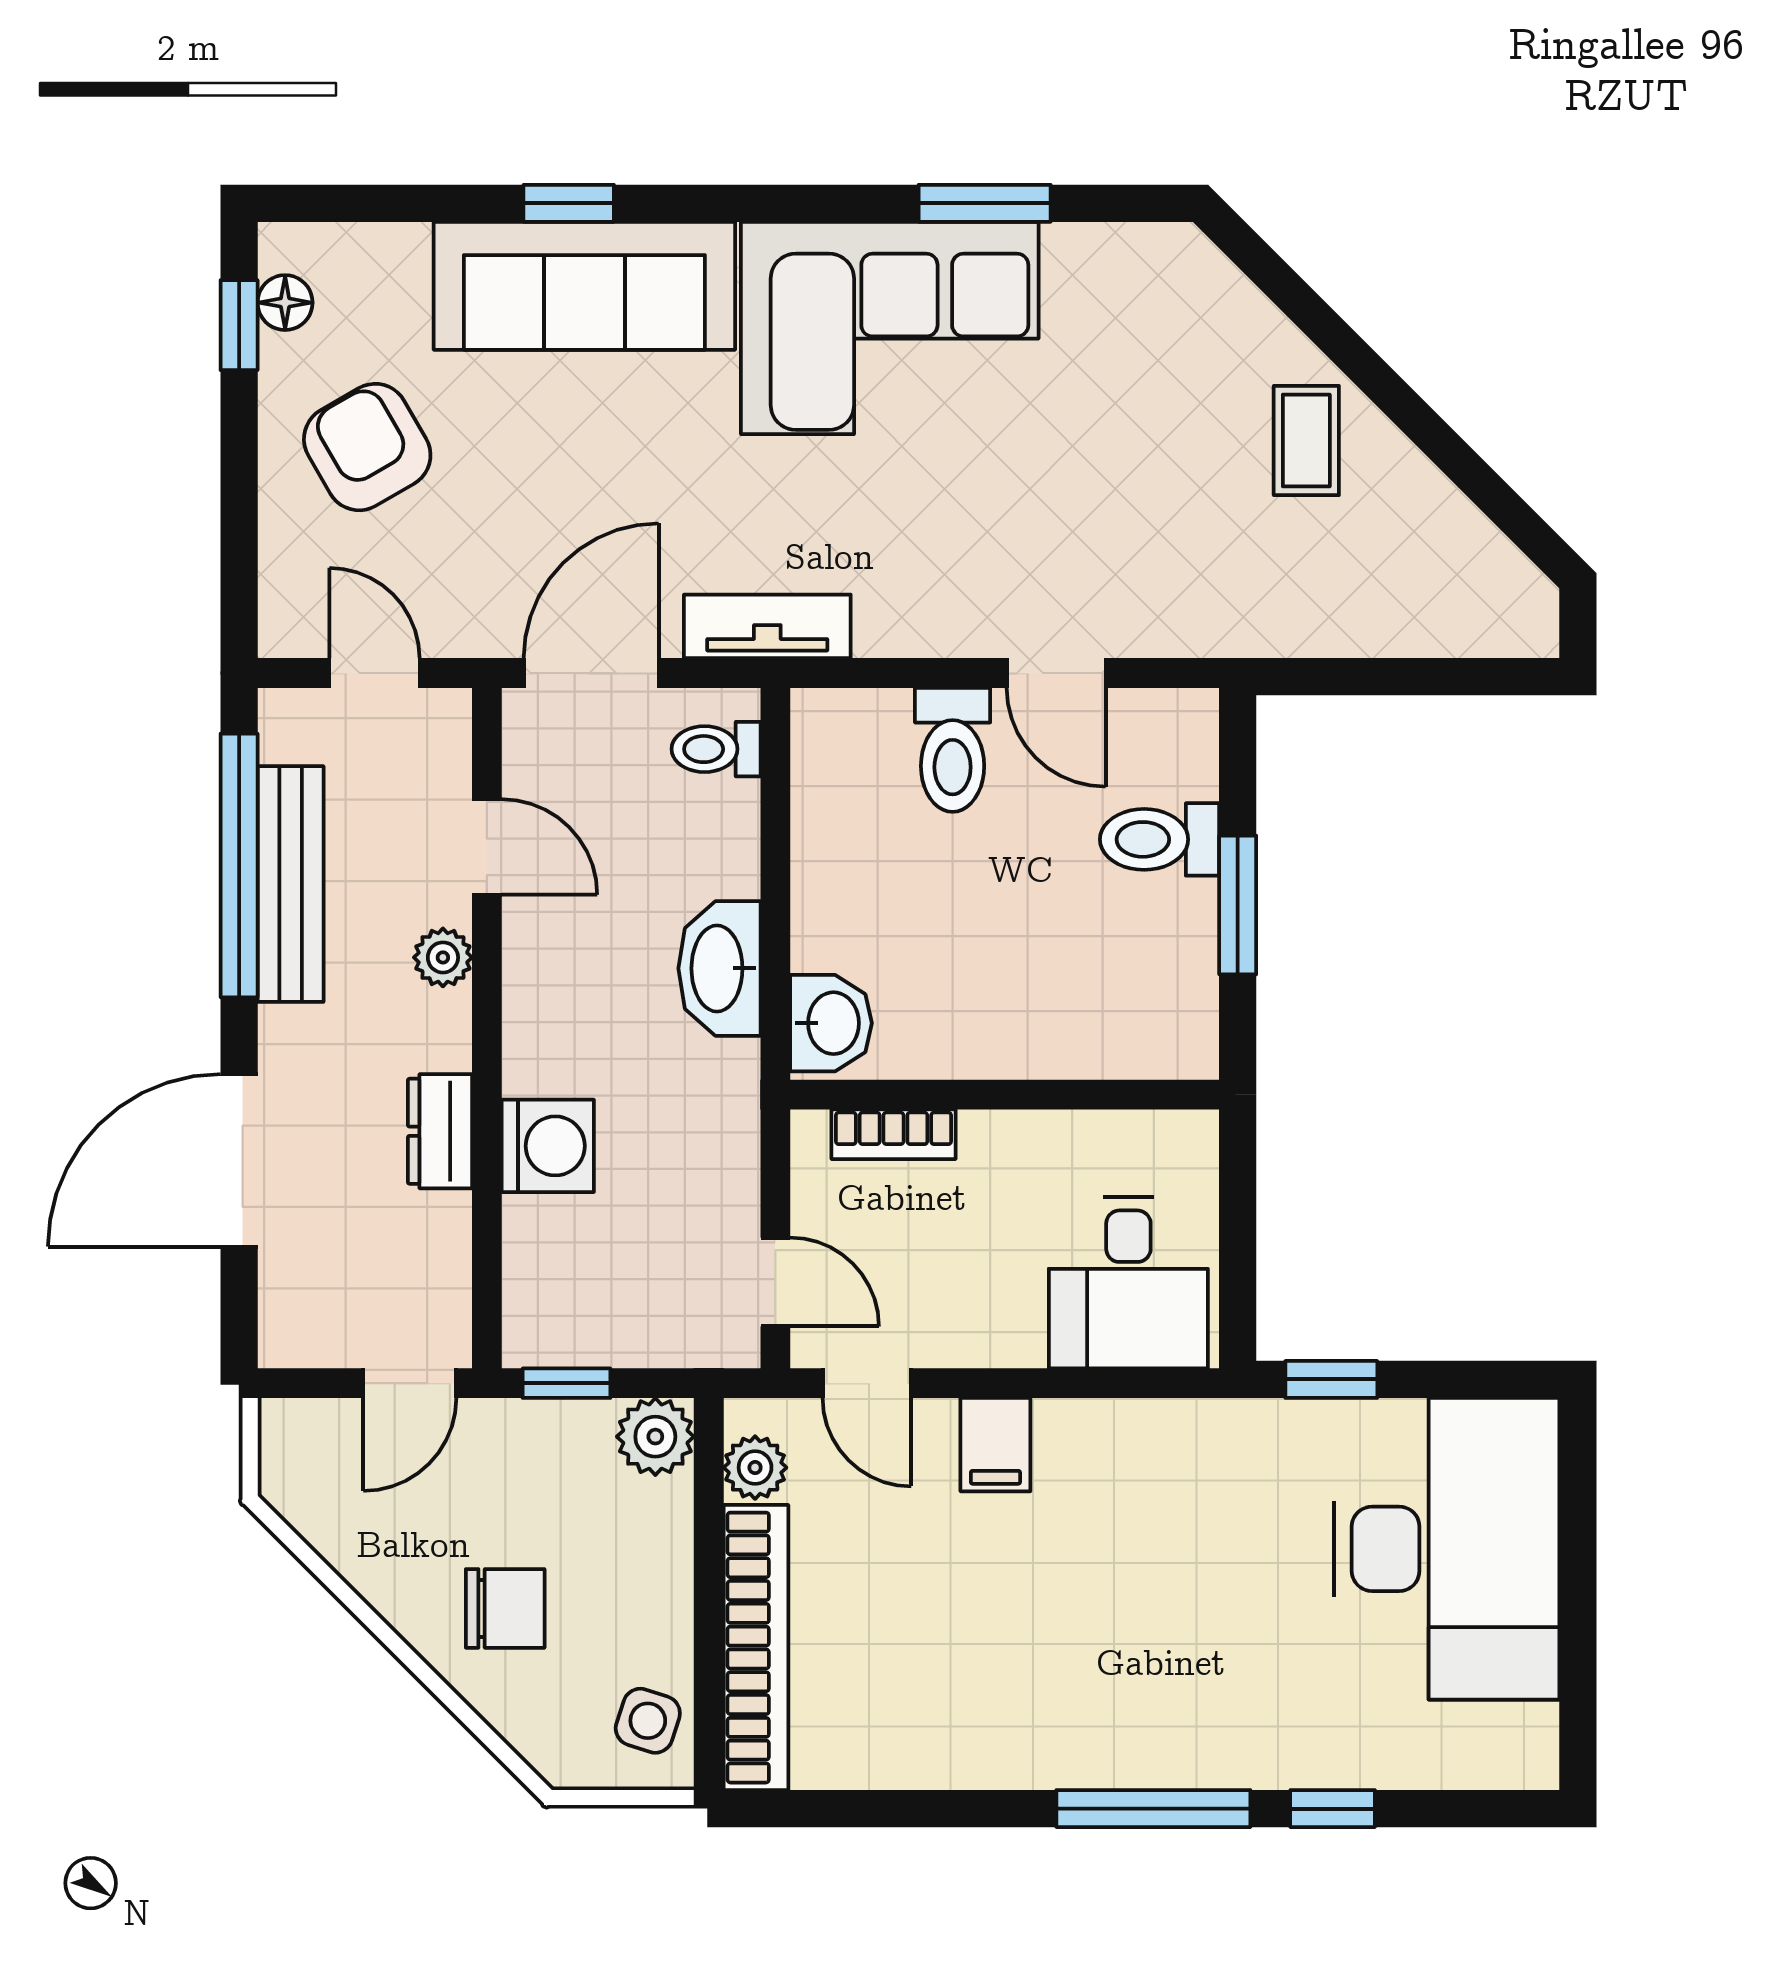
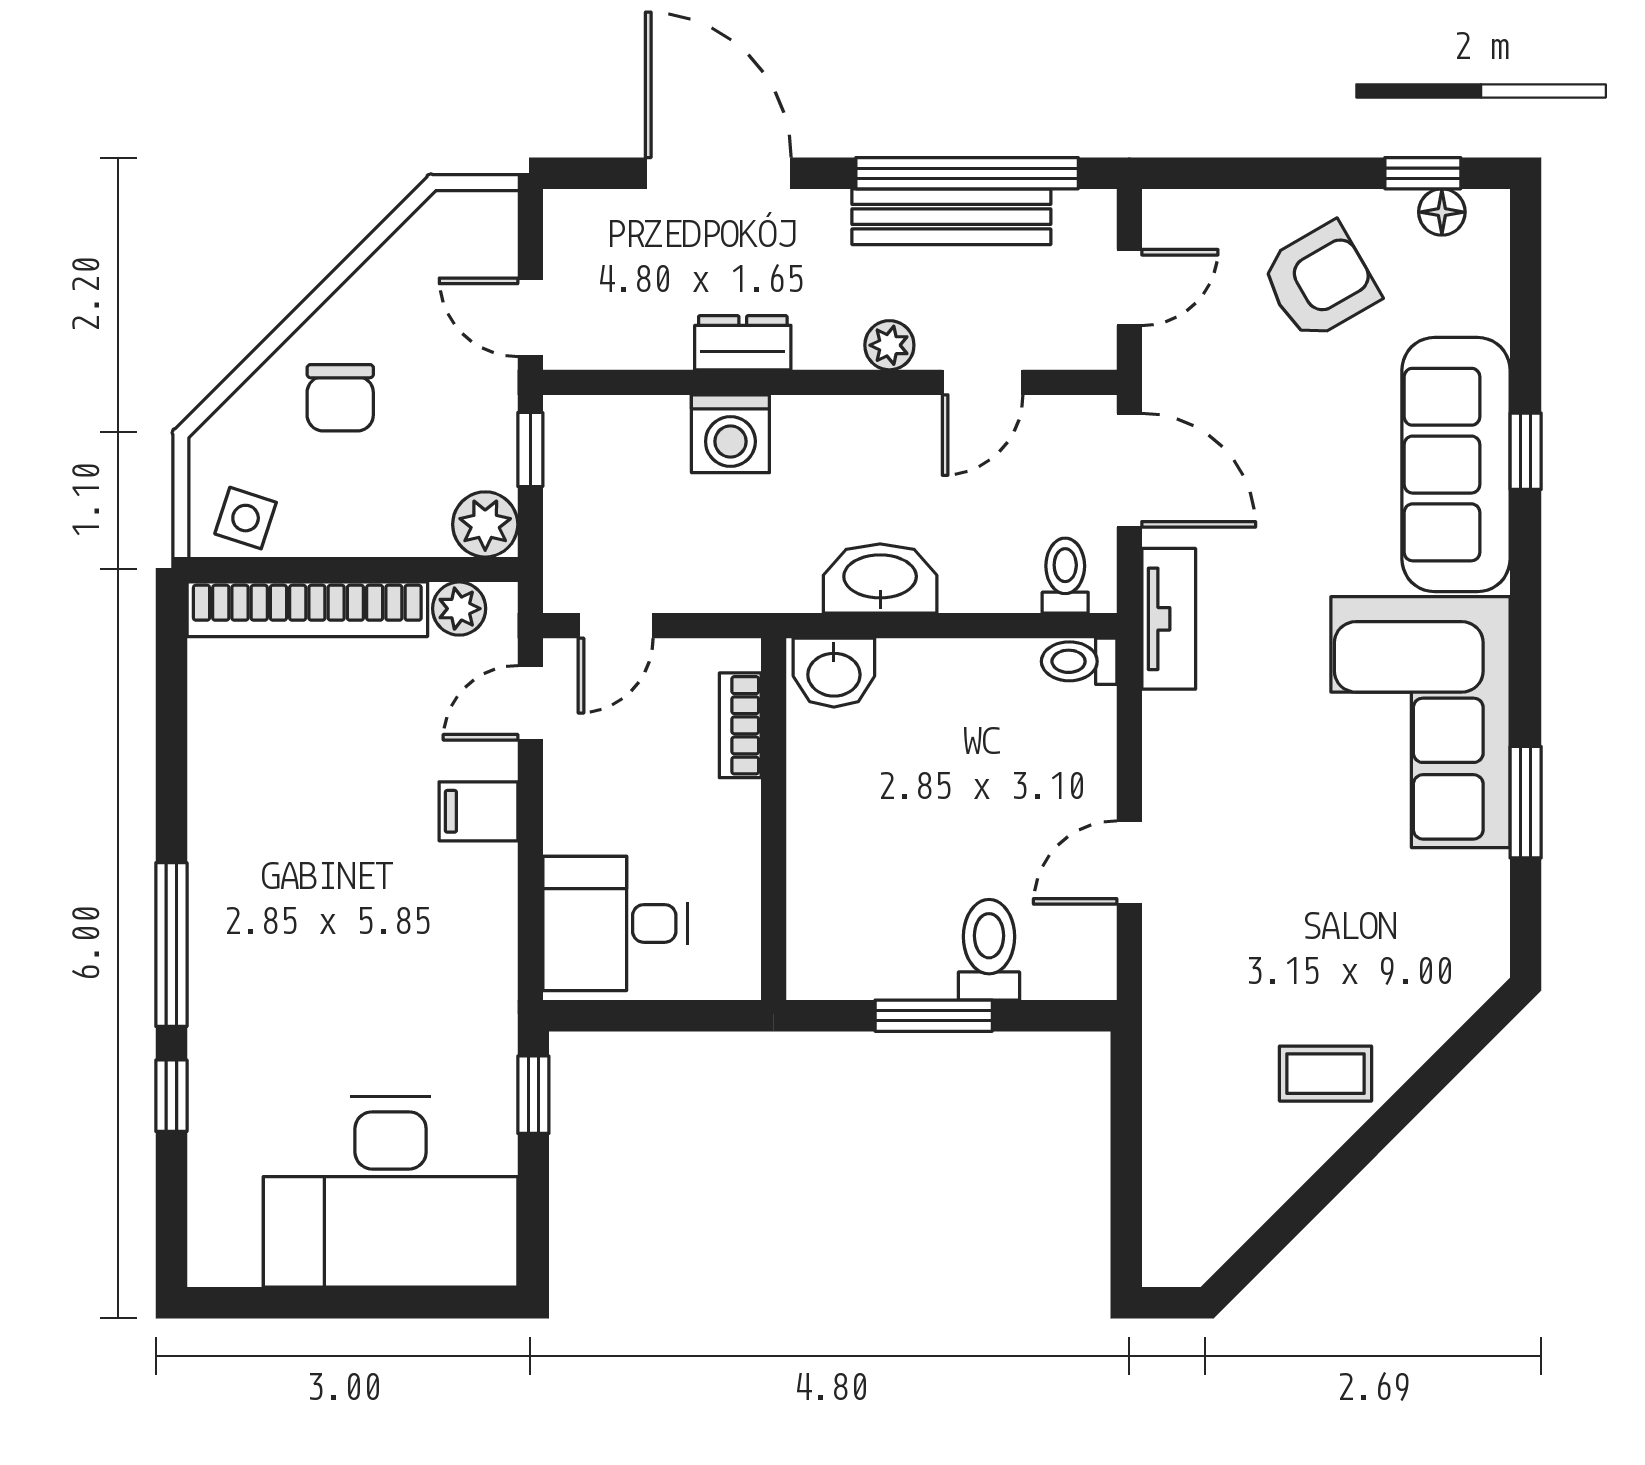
toilet: (953, 750) -> (1079, 661), moved, width x0.73, depth x0.72

